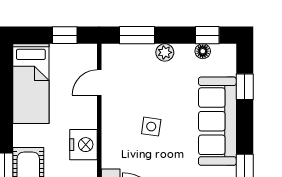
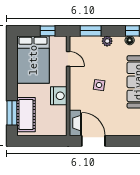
door: (99, 83) -> (68, 59), swing flipped
bed: (31, 84) -> (33, 60), width x1.50

